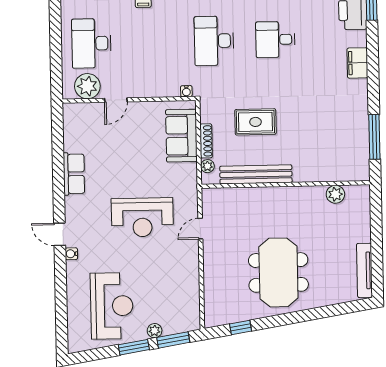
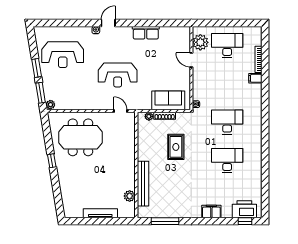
desk: (275, 40) -> (227, 160), width x1.37
bench: (256, 174) -> (143, 184), moved
reception desk: (142, 217) -> (118, 75), turned -90
door: (200, 229) -> (121, 111), moved
tv unit: (365, 270) -> (100, 213), moved
meeting table: (278, 272) -> (80, 137), moved
window: (241, 327) -> (52, 161), moved
plant: (155, 331) -> (50, 105), moved

